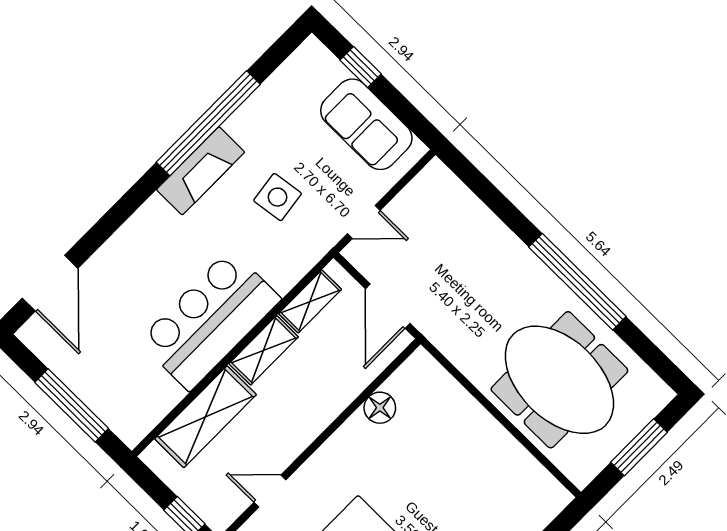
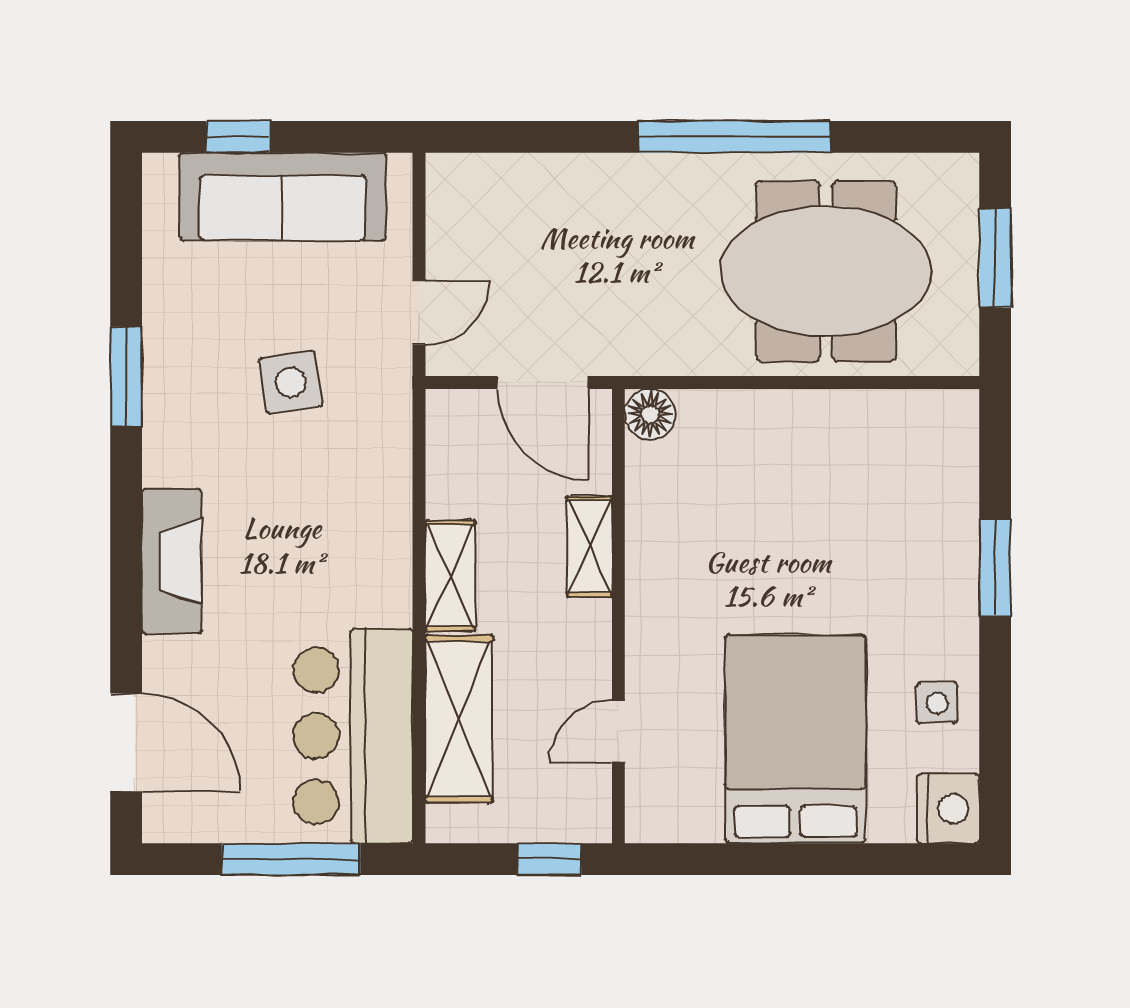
window: (208, 123) -> (126, 376), width x0.47
sofa: (366, 124) -> (283, 197), width x1.36
fireplace: (201, 171) -> (172, 561), moved
shelving: (310, 301) -> (590, 546), moved
bar counter: (210, 320) -> (353, 736), moved
floor lamp: (380, 408) -> (650, 414), moved

